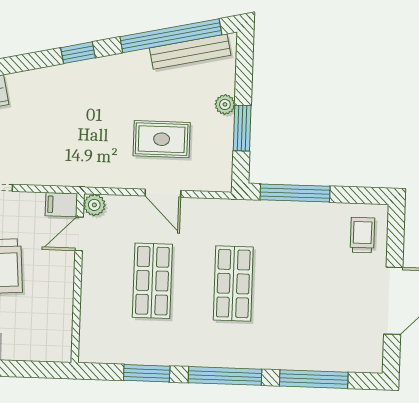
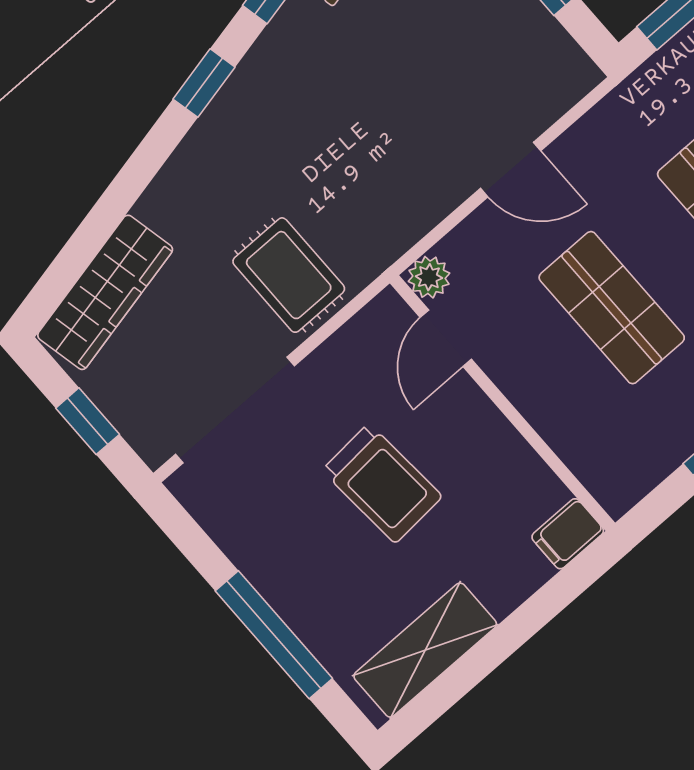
rug: (162, 139) -> (289, 275), moved, turned 90
filing cabinet: (61, 205) -> (568, 534), moved

